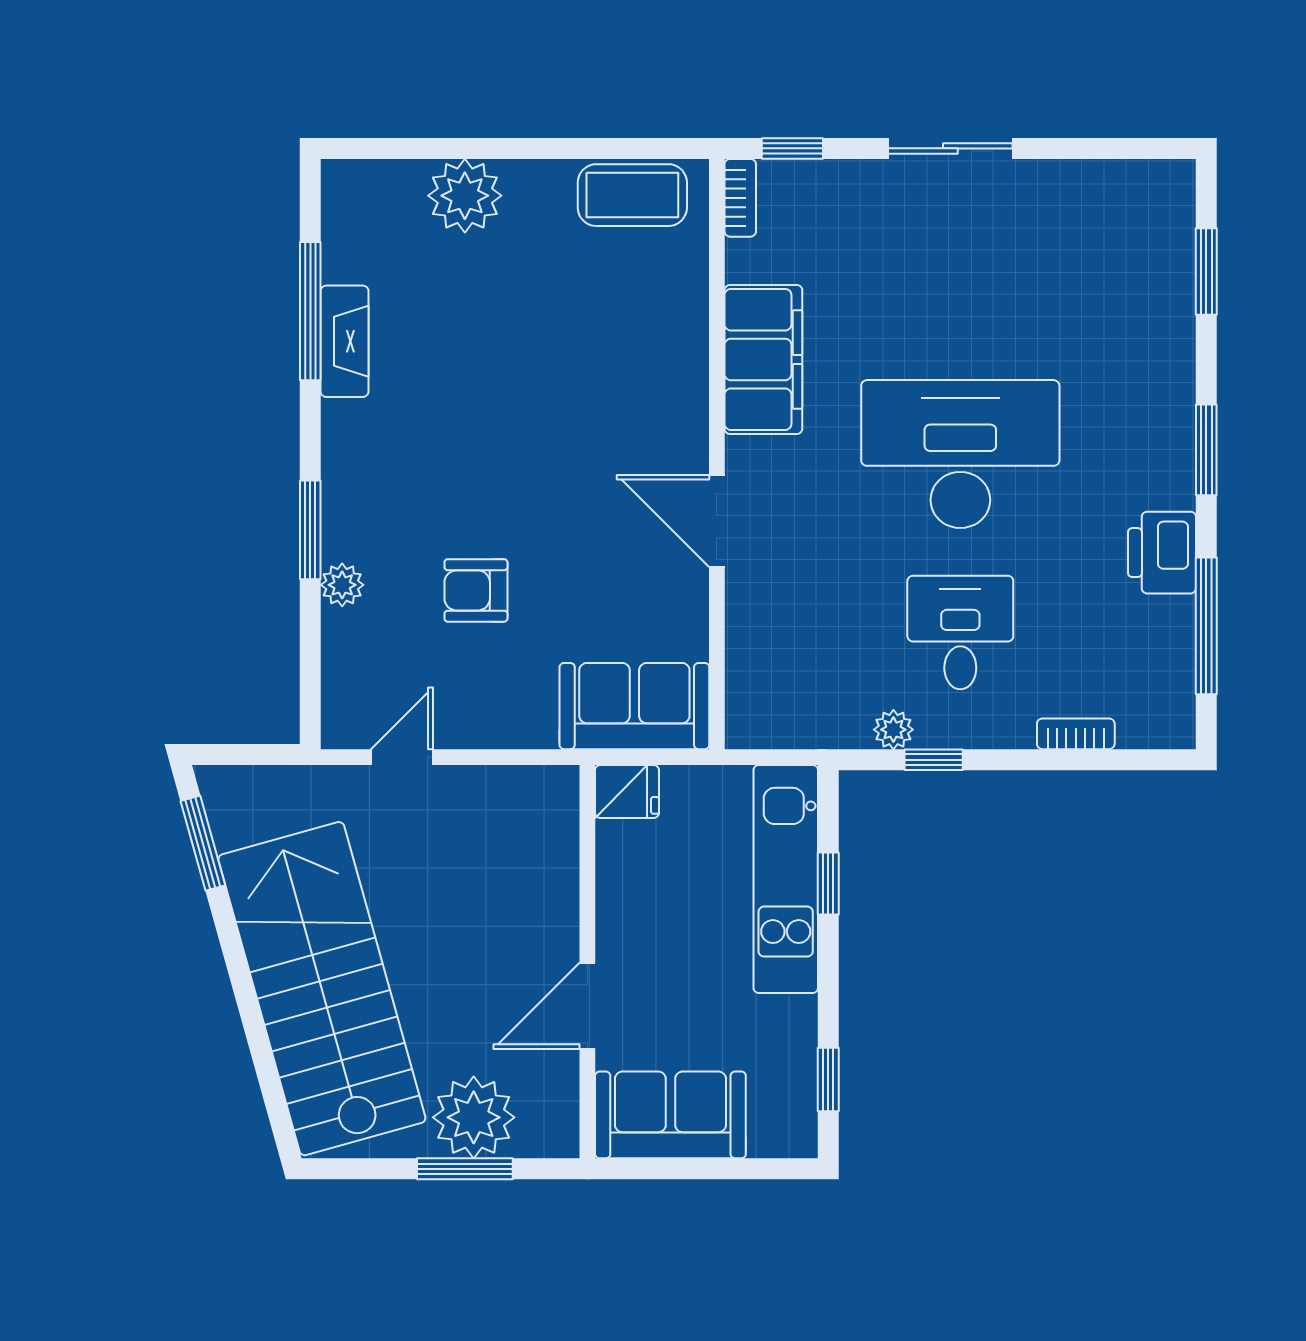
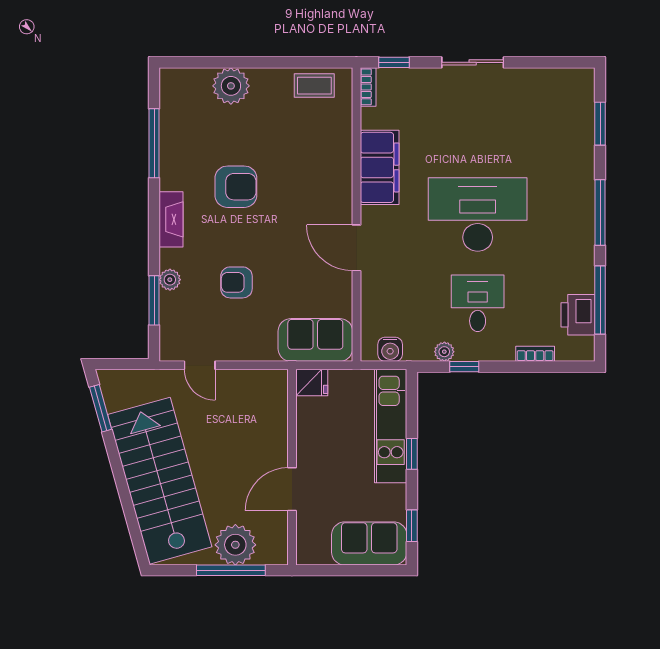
coffee table: (632, 195) -> (314, 86), width x0.73, depth x0.77
fireplace: (345, 341) -> (171, 219), moved
armchair: (475, 398) -> (236, 187), added
window: (1206, 450) -> (600, 212), width x1.44
window: (310, 530) -> (154, 300), moved
printer: (1162, 553) -> (578, 315), moved
water cooler: (785, 725) -> (390, 349), added
door: (402, 757) -> (200, 365), swing flipped
window: (828, 883) -> (412, 454), moved
sofa: (670, 1115) -> (369, 543), moved
window: (465, 1169) -> (231, 570), width x1.44

